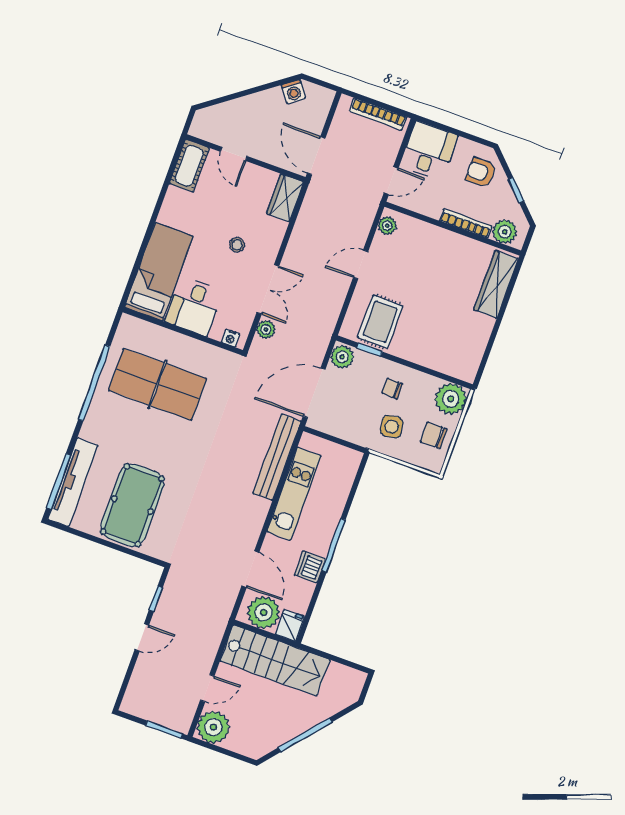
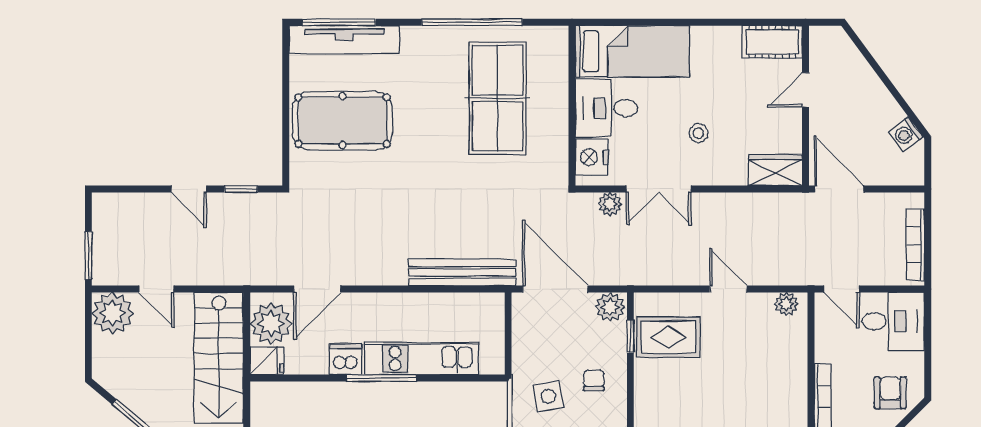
door: (316, 156) -> (839, 189), hinge flipped
nightstand: (231, 338) -> (591, 157), width x1.89, depth x1.79
kitchen unit: (294, 494) -> (421, 359), moved, turned 180

